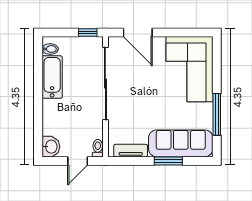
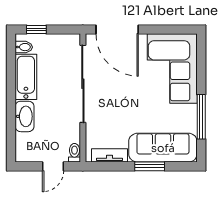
window: (88, 32) -> (36, 29), moved
door: (138, 32) -> (117, 29), width x1.36
washbasin: (51, 147) -> (25, 116), moved, width x1.38

